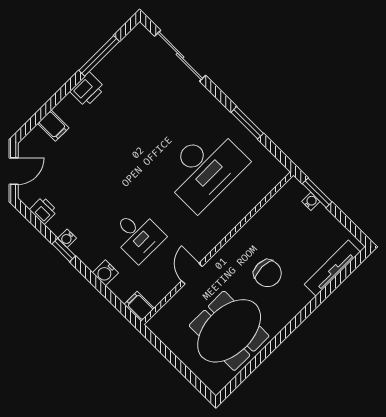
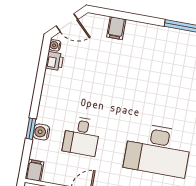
printer: (88, 90) -> (156, 34), removed
water cooler: (67, 238) -> (55, 45), moved
window: (64, 250) -> (31, 129), moved

